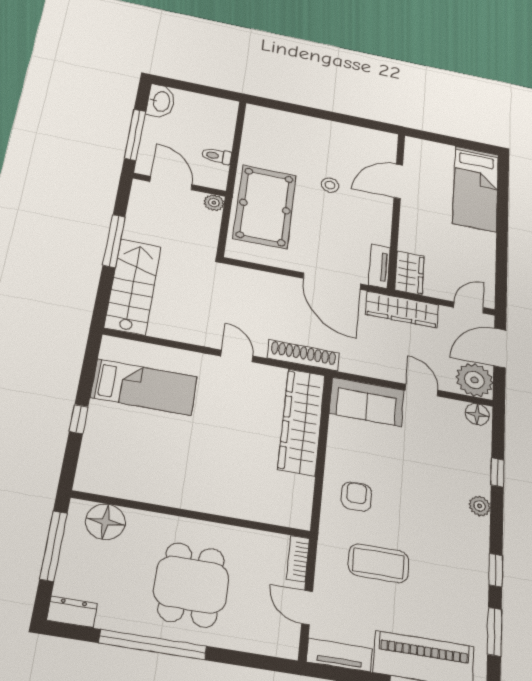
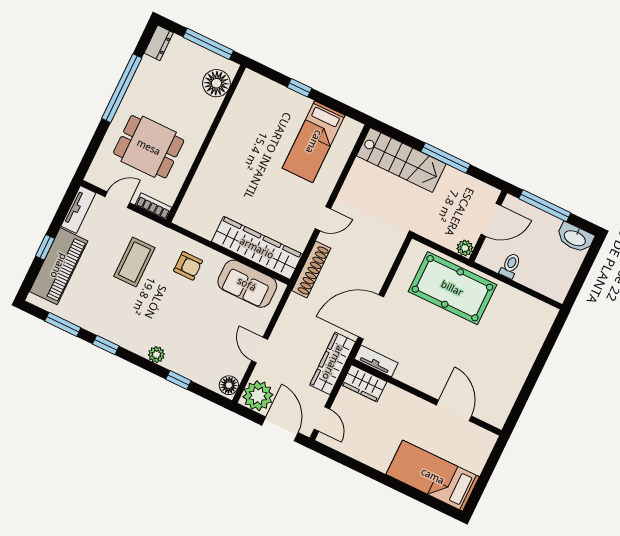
stool: (330, 185) -> (462, 350), removed
door: (422, 390) -> (260, 350), swing flipped
sofa: (367, 402) -> (247, 284), moved, turned -90
dining table: (191, 585) -> (149, 147), moved

